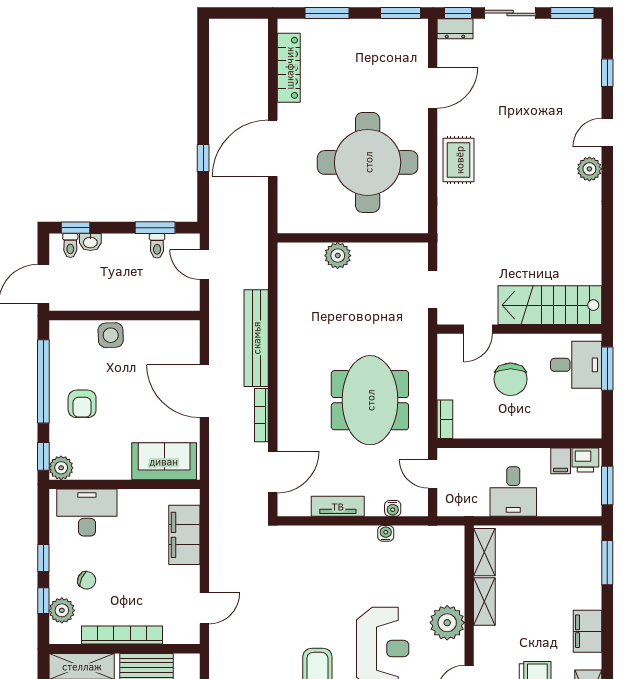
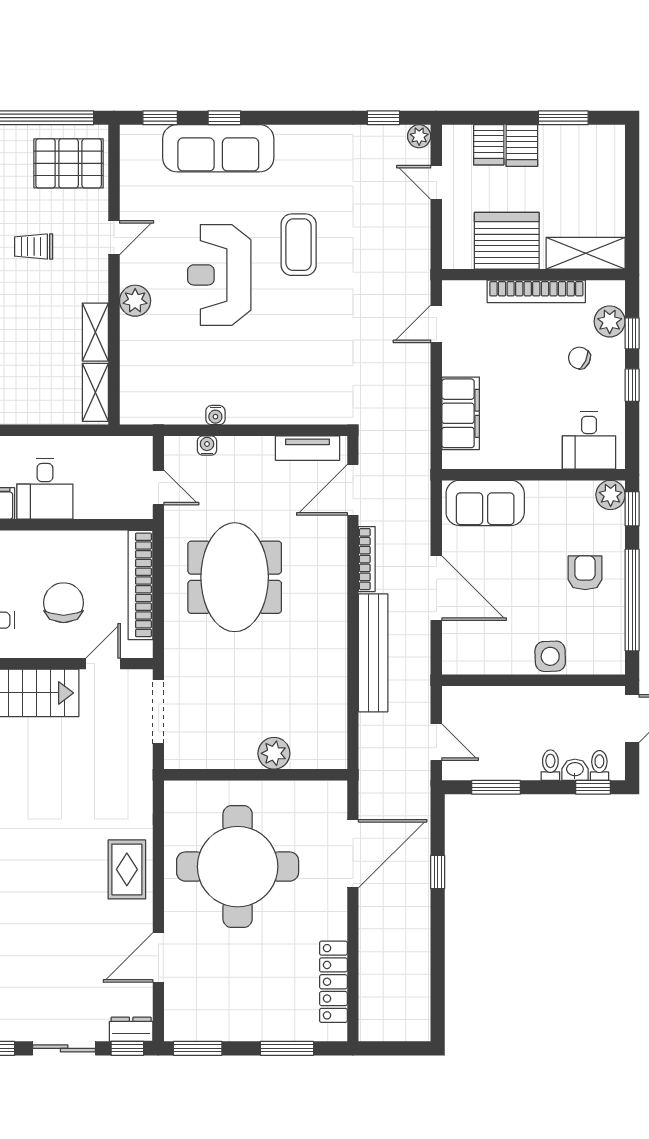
door: (273, 148) -> (353, 854), moved
toilet: (157, 246) -> (550, 765), moved
doorway: (433, 290) -> (158, 712), width x1.38
bookcase: (445, 419) -> (140, 585), width x2.31, depth x1.31
desk: (513, 491) -> (45, 489), moved, turned 180
tv unit: (338, 506) -> (307, 448), moved
desk: (87, 513) -> (589, 440), width x0.73
plant: (447, 623) -> (135, 301), width x0.73, depth x0.73

